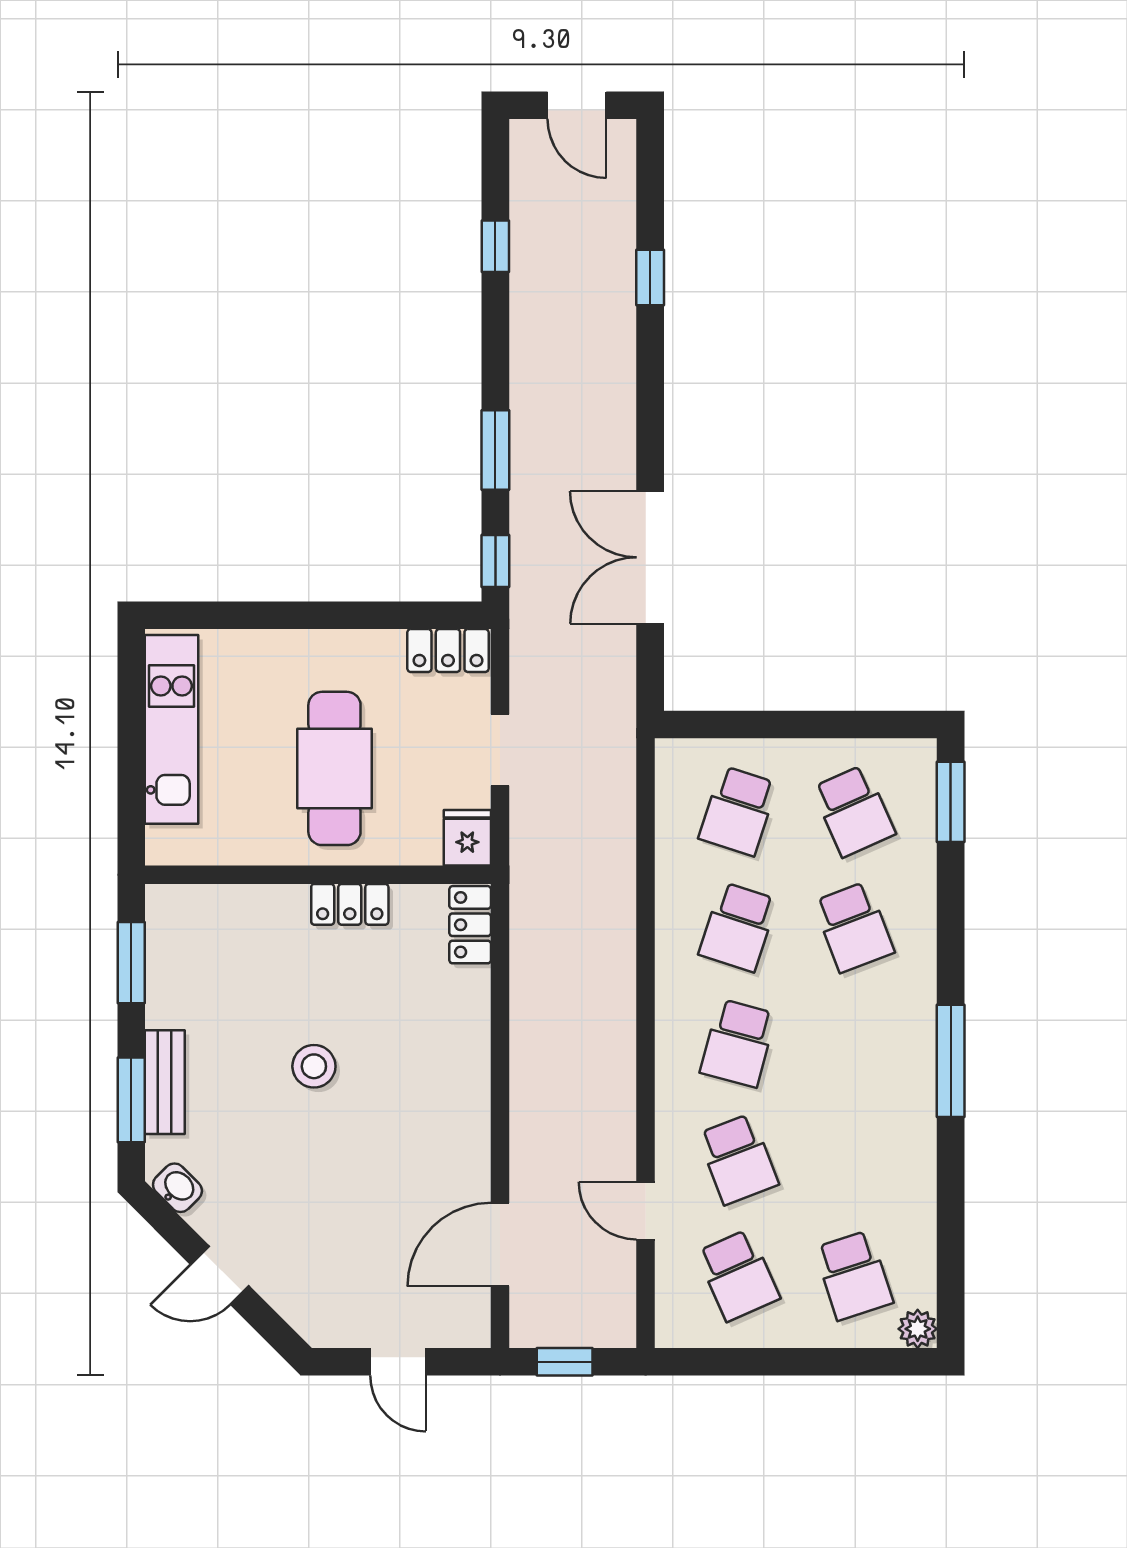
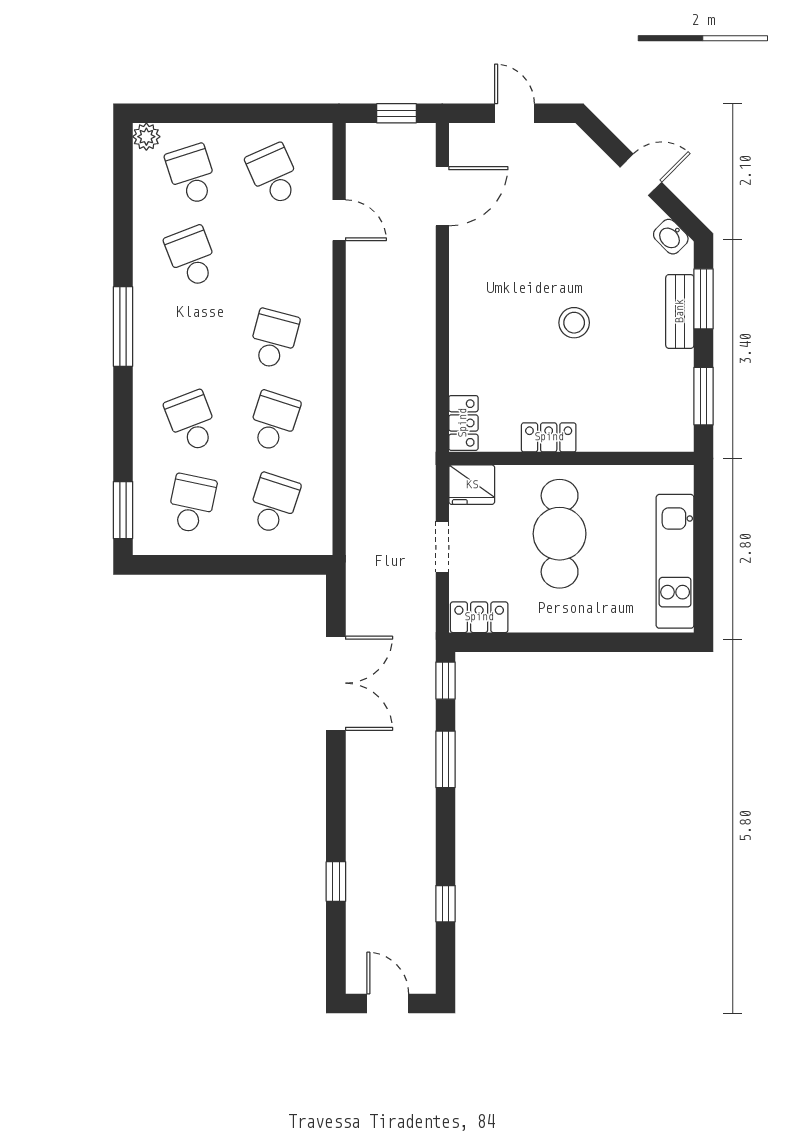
school desk: (854, 811) -> (192, 504), turned 36
fridge: (467, 838) -> (472, 485), width x1.38
school desk: (738, 1159) -> (192, 257), moved

